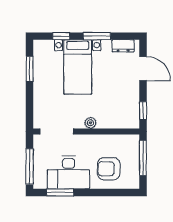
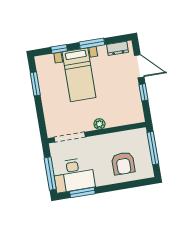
window: (143, 111) -> (144, 92), moved
armchair: (109, 169) -> (123, 163), turned -90
desk: (68, 172) -> (74, 175), moved

